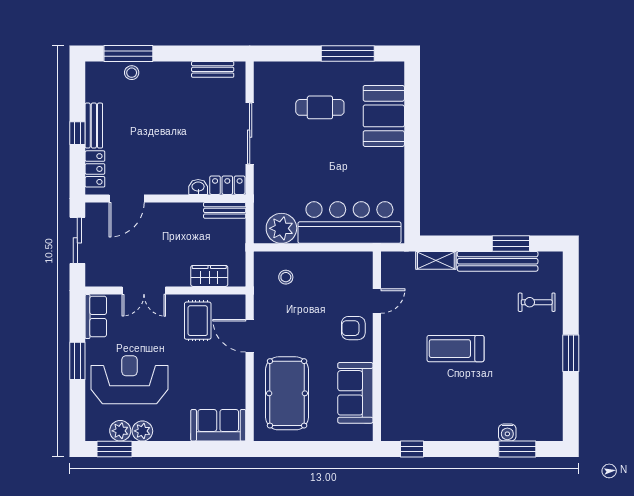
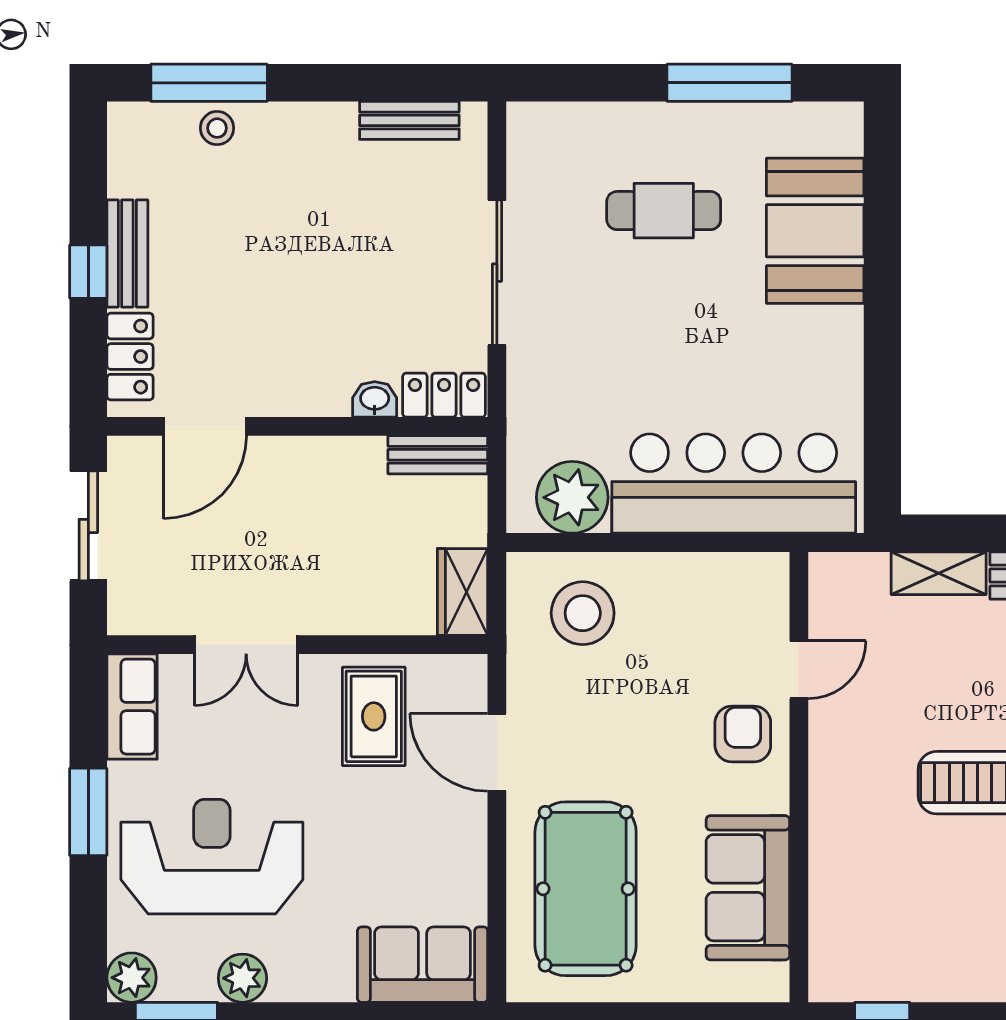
wardrobe: (209, 276) -> (462, 592), moved, turned -90
stool: (286, 277) -> (583, 613), width x1.89, depth x1.89
armchair: (353, 328) -> (743, 734), turned 90
plant: (120, 431) -> (132, 978), moved

